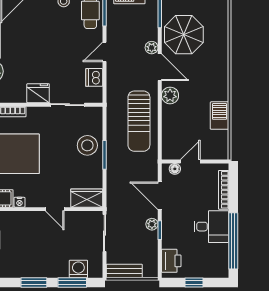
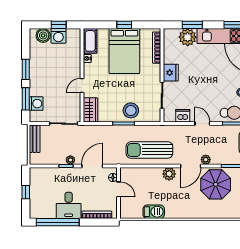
printer: (171, 261) -> (42, 175), removed

